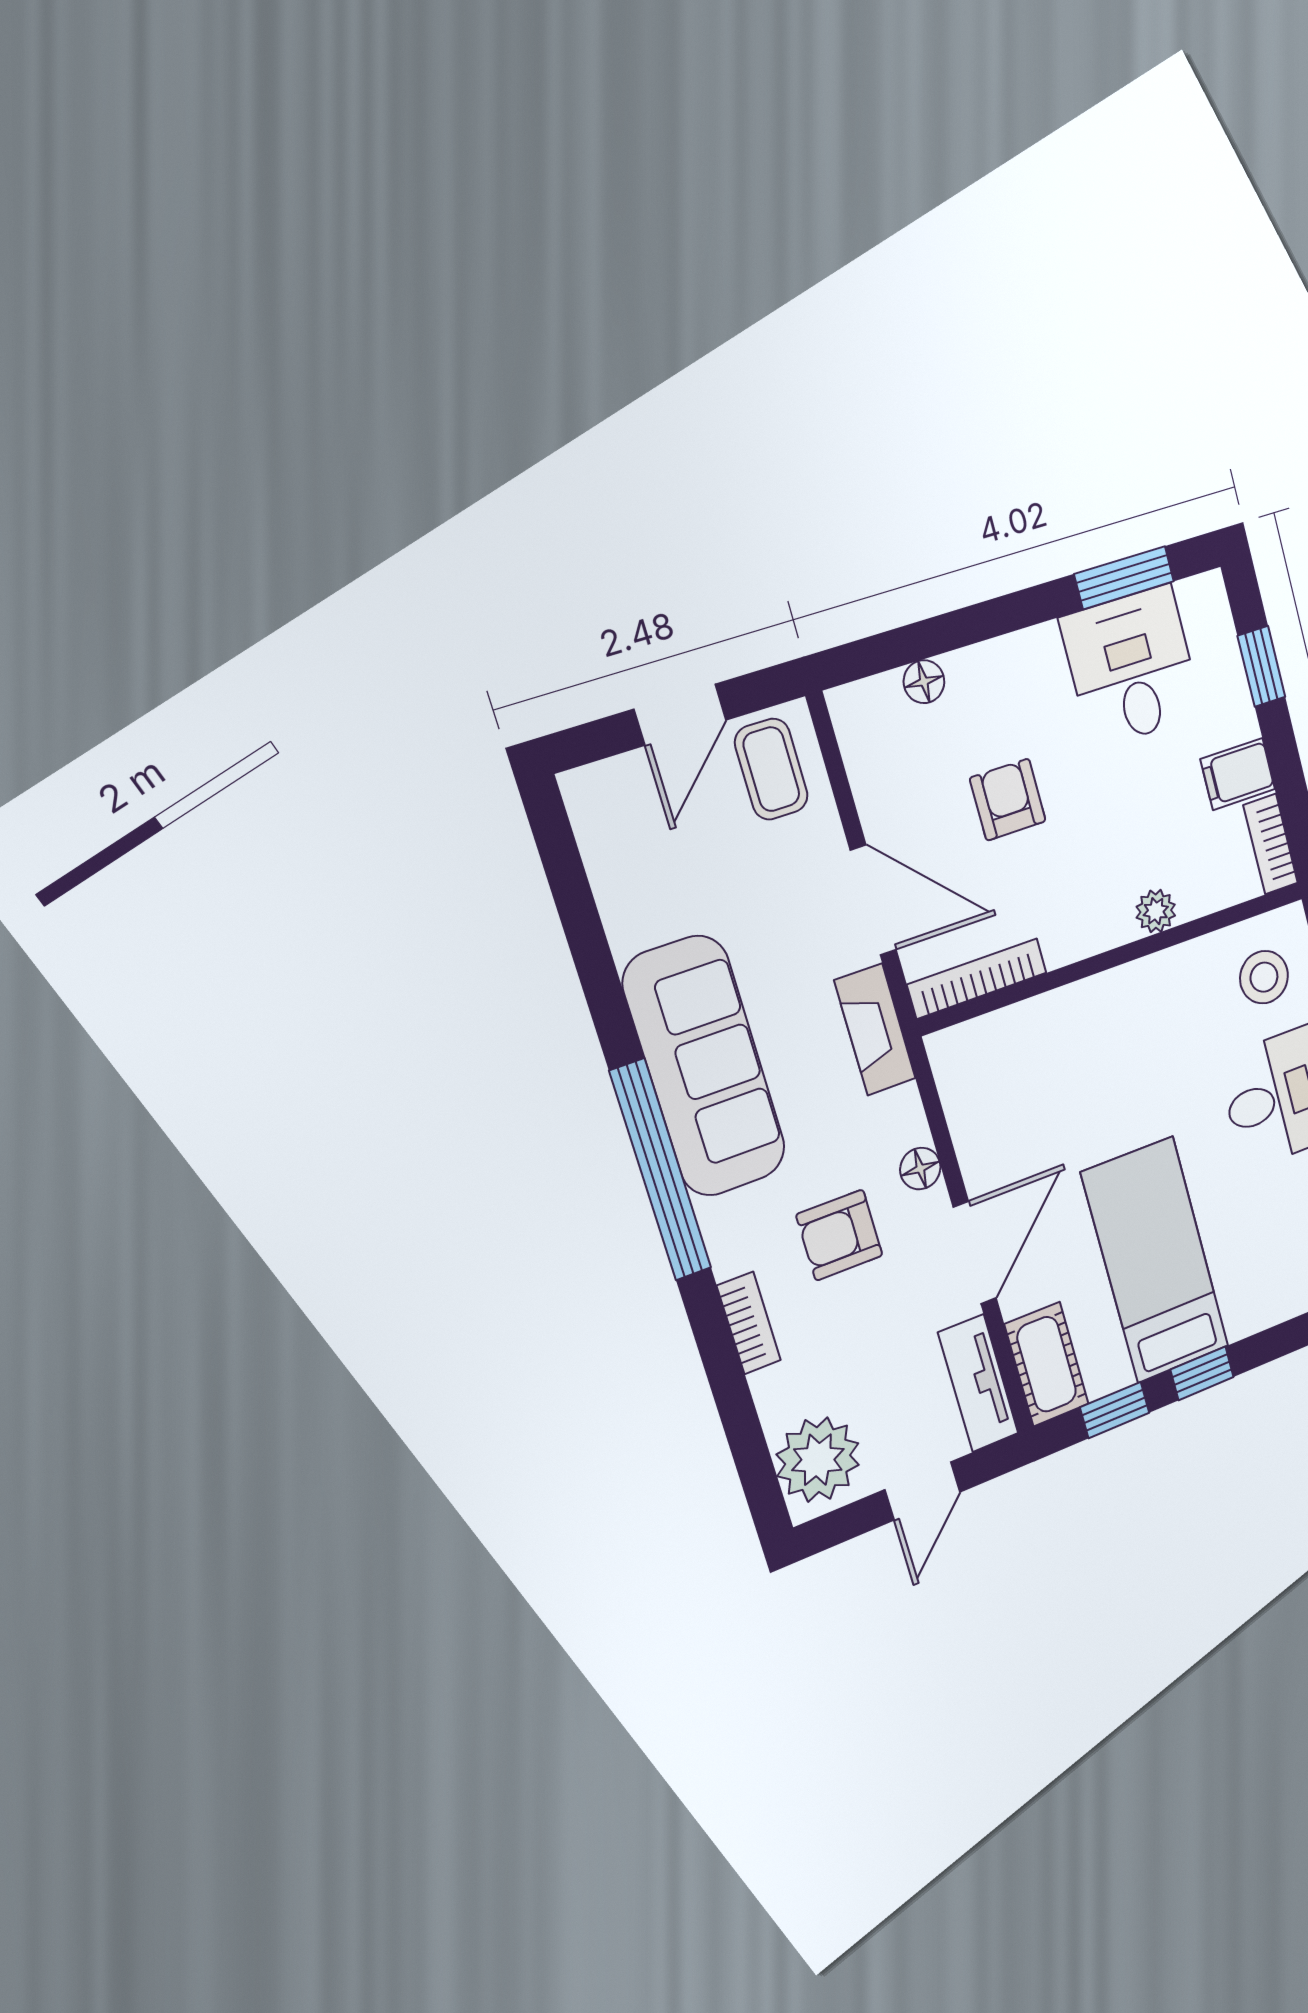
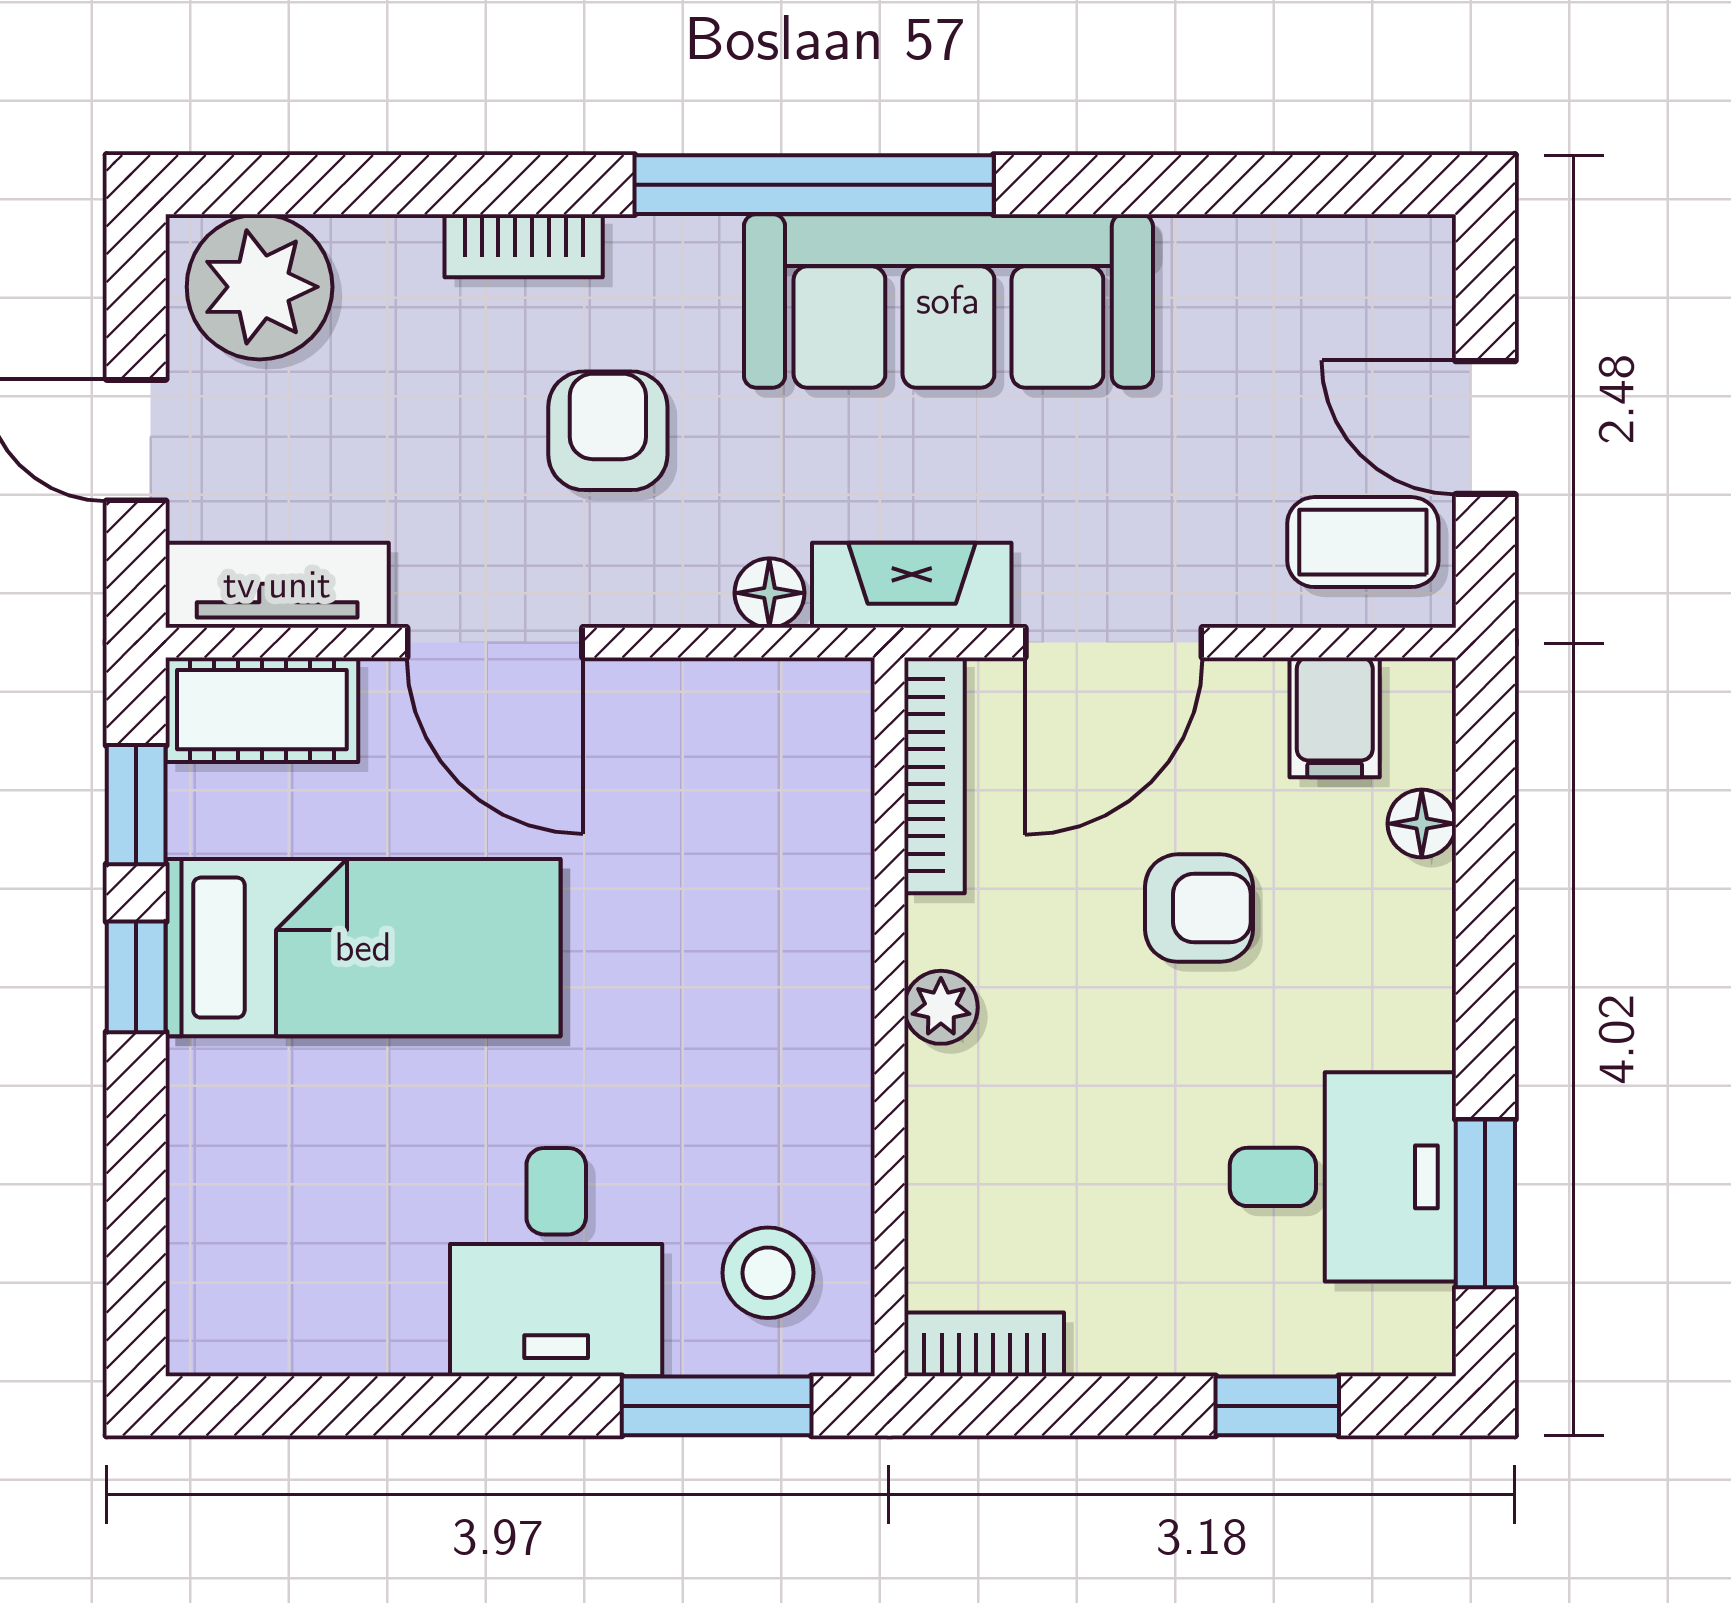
filing cabinet: (1238, 774) -> (1335, 717), moved, turned 180
plant: (1156, 911) -> (941, 1007), moved
floor lamp: (920, 1169) -> (769, 593), moved

